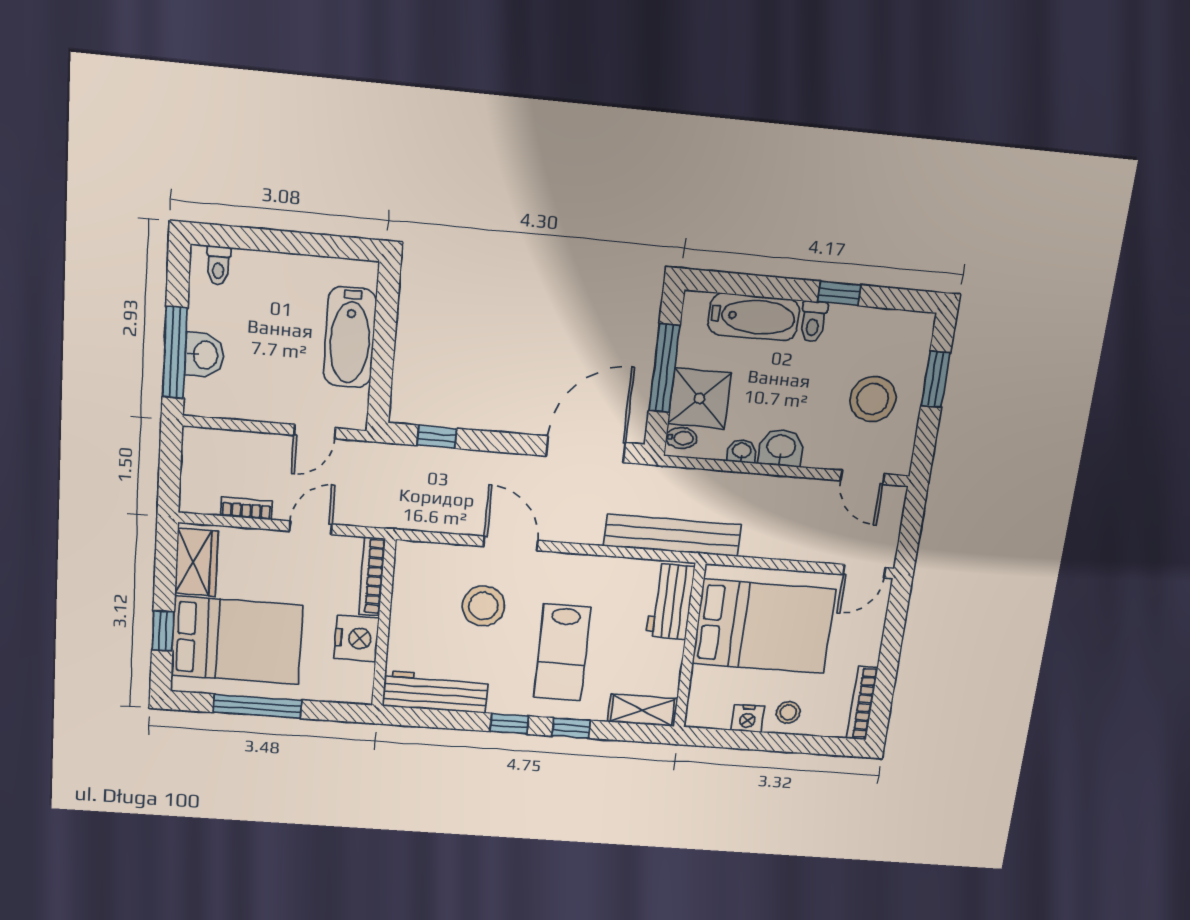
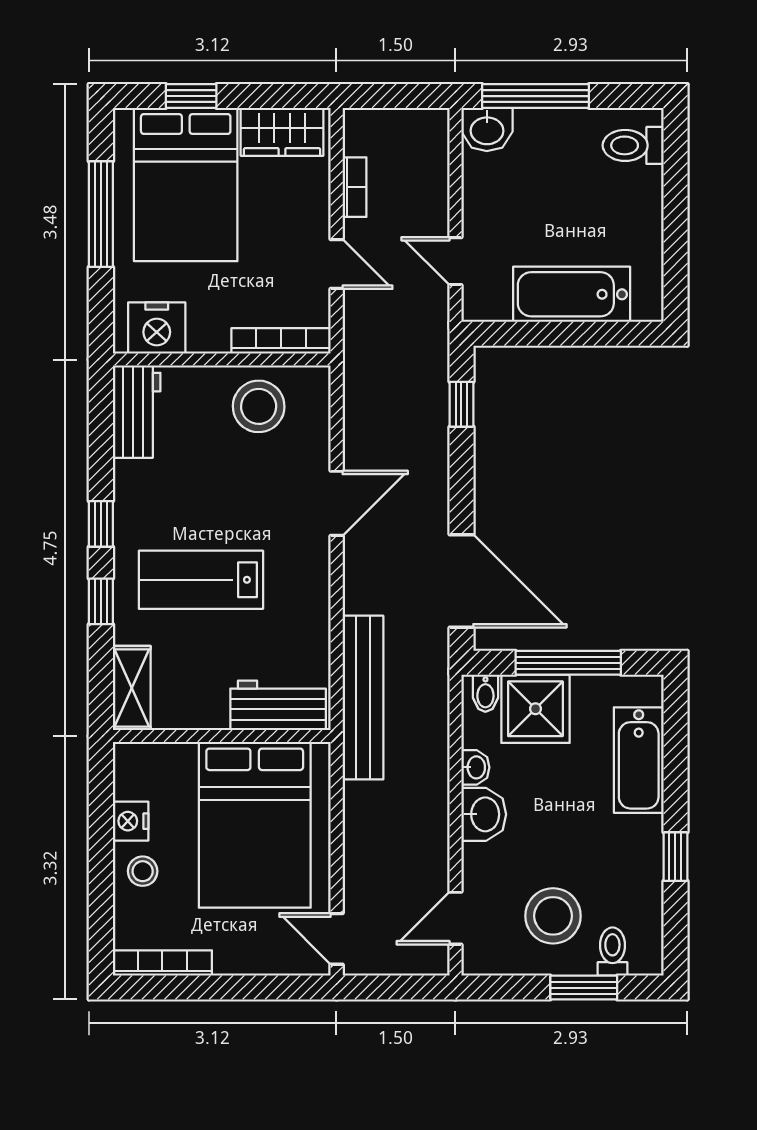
toilet: (218, 265) -> (633, 145), width x1.37, depth x1.39
toilet: (813, 322) -> (612, 952), moved, turned 90
washbasin: (204, 355) -> (487, 130), moved
stool: (483, 606) -> (259, 406), moved
nightstand: (356, 638) -> (157, 328), moved
workbench: (435, 692) -> (137, 412), width x0.73

